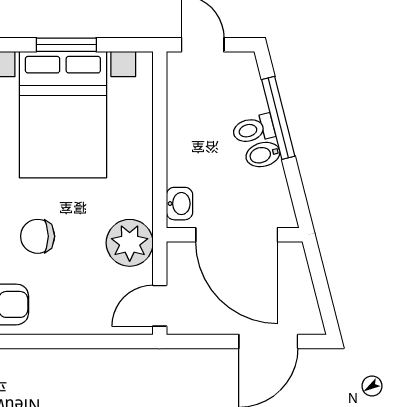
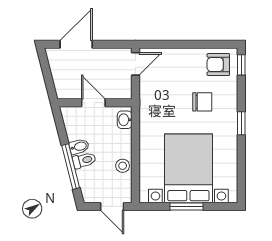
stool: (183, 119) -> (123, 166), added
door: (237, 235) -> (93, 103), width x0.53
plant: (130, 243) -> (152, 98), removed

